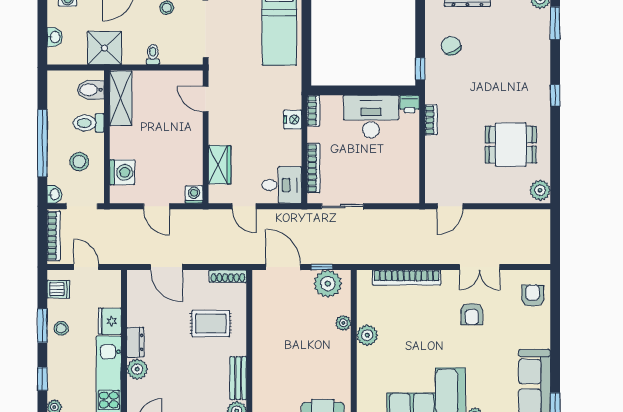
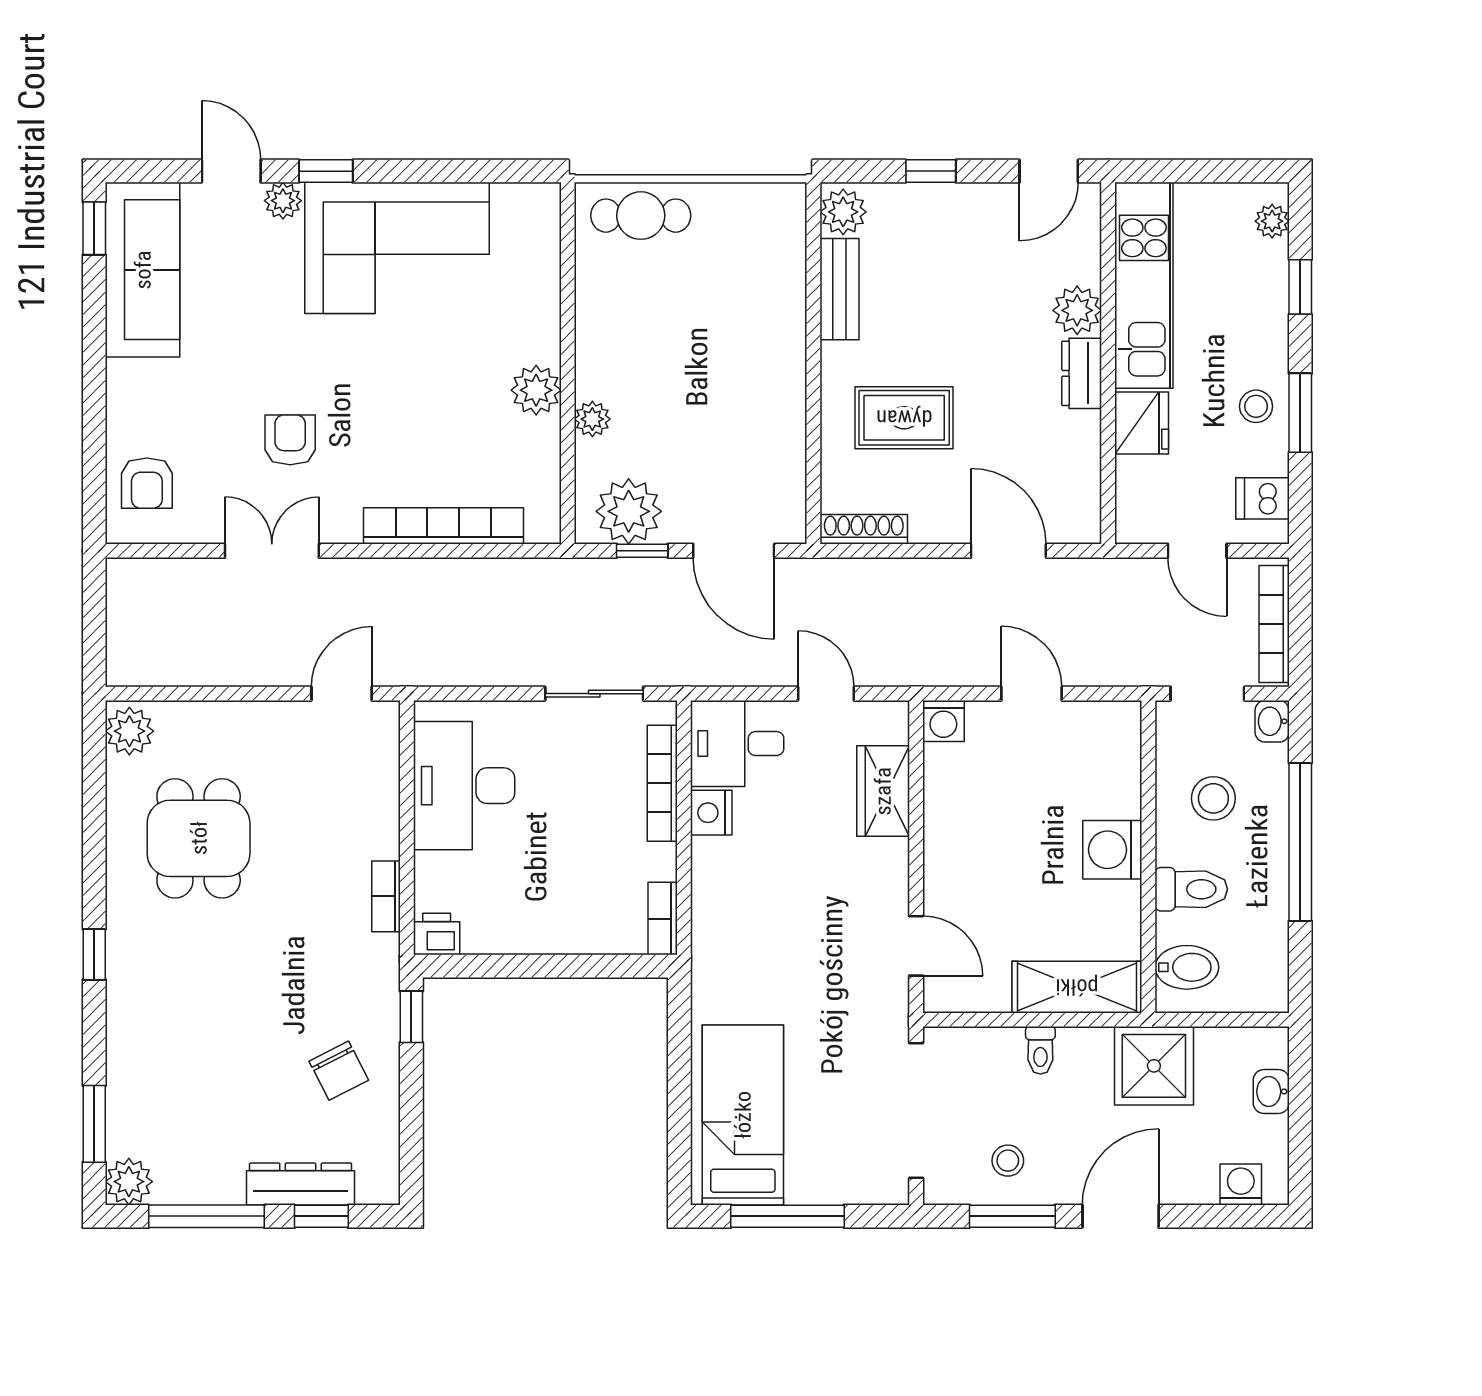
shelving: (121, 98) -> (1077, 987), moved, turned 90
desk: (371, 117) -> (464, 786), moved, turned 90
nightstand: (293, 120) -> (711, 813), moved
dining table: (511, 145) -> (199, 838), turned 90
washing machine: (122, 172) -> (1112, 850), moved

